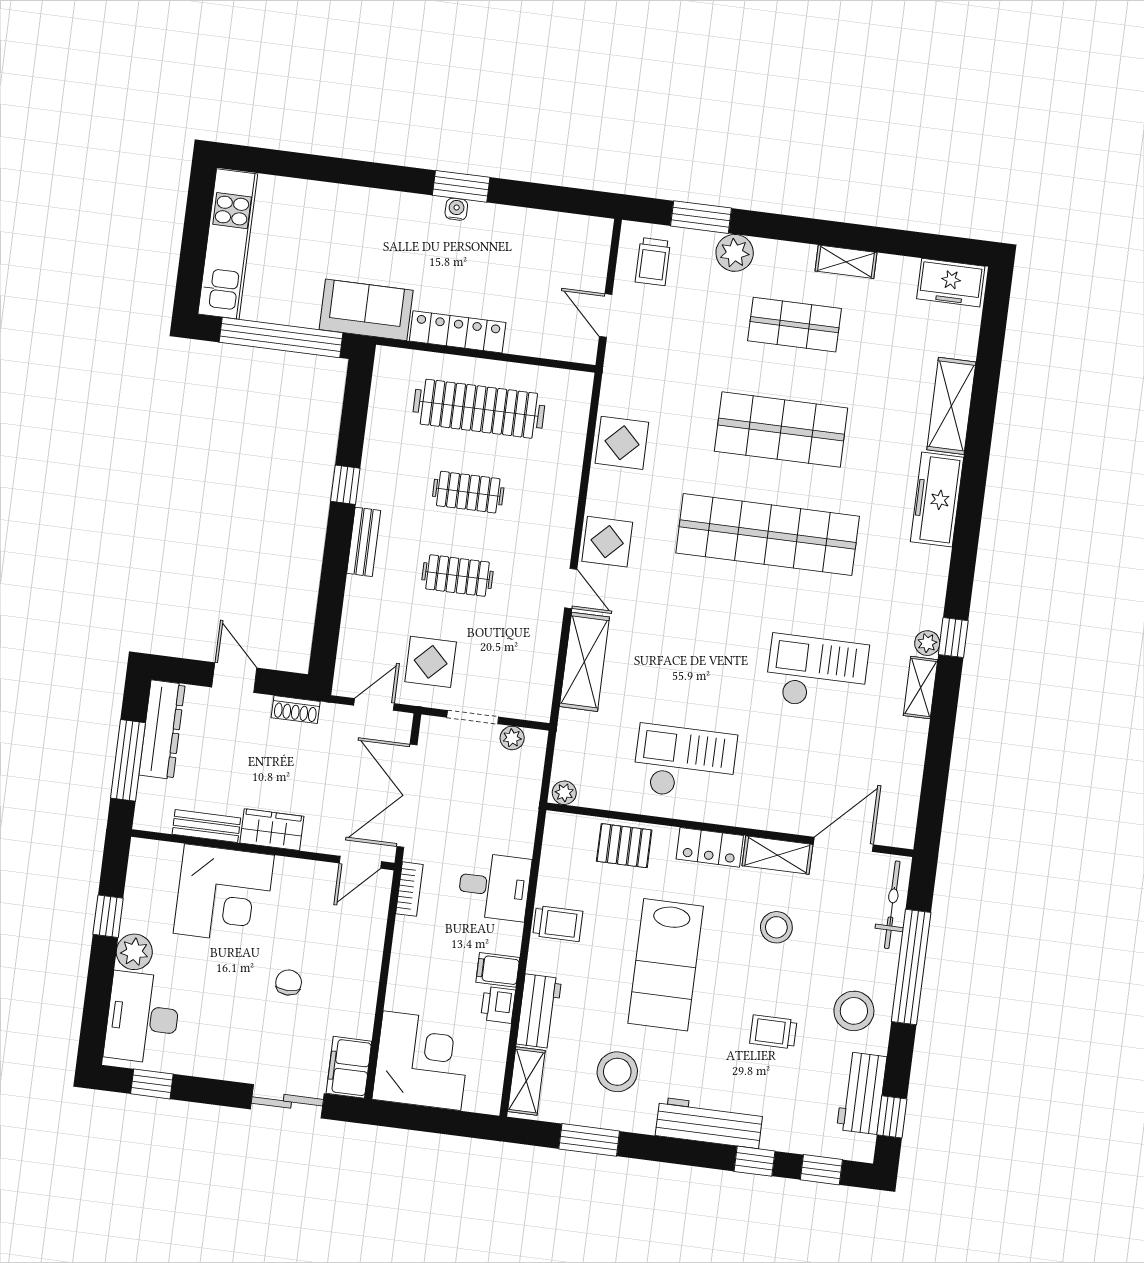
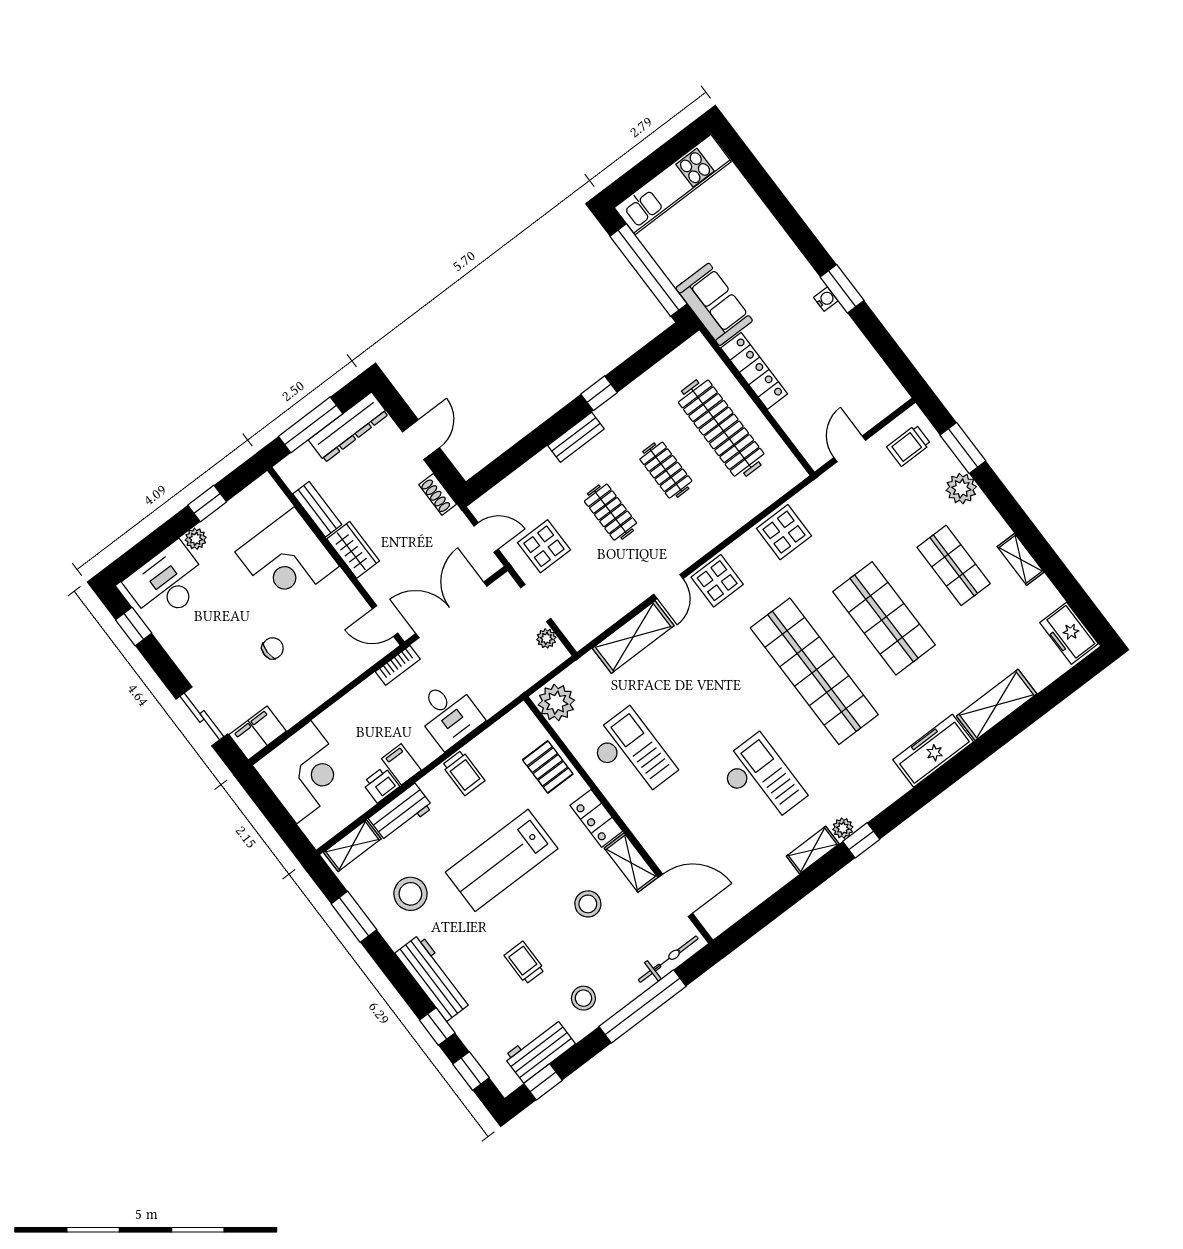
plant: (564, 793) -> (556, 703), width x1.87, depth x1.87
plant: (134, 952) -> (196, 539), width x0.73, depth x0.73
stool: (854, 1011) -> (583, 998), width x0.73, depth x0.73

